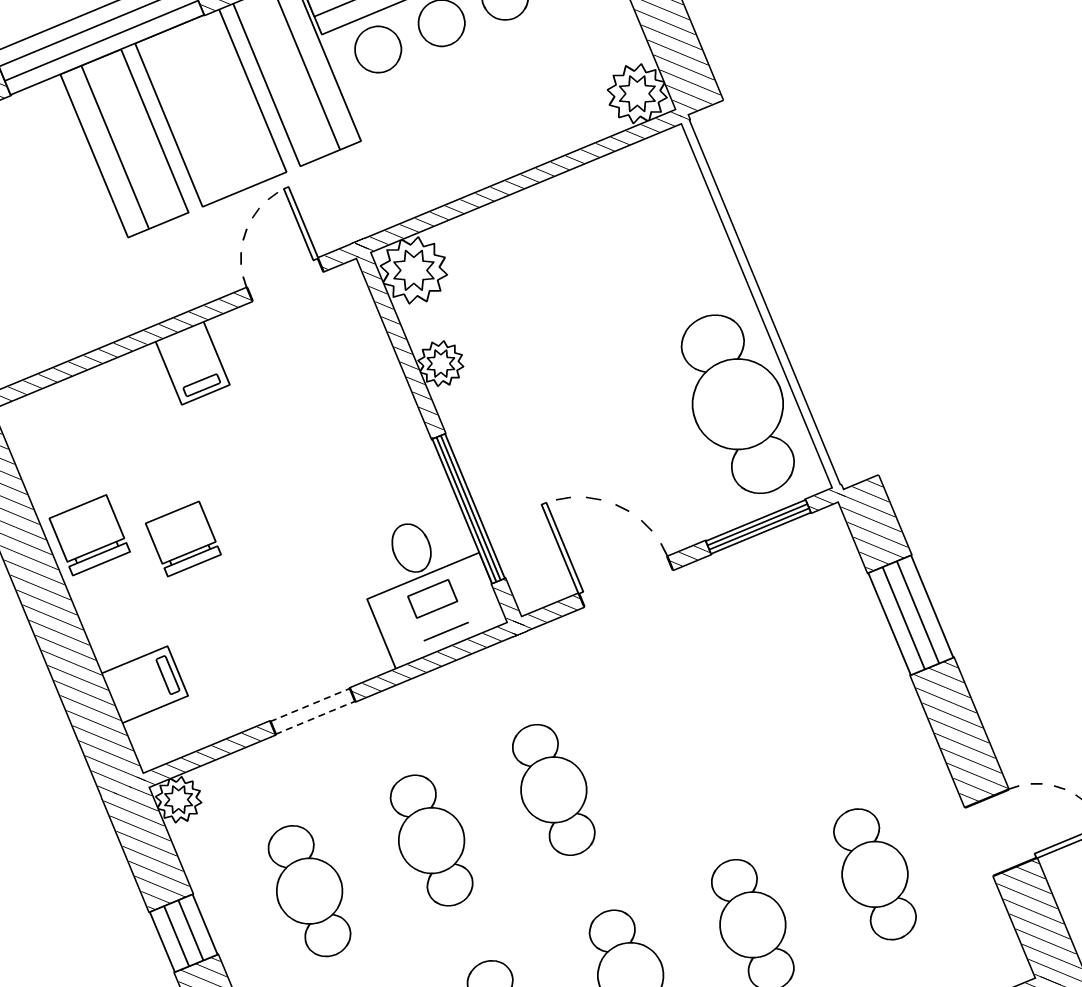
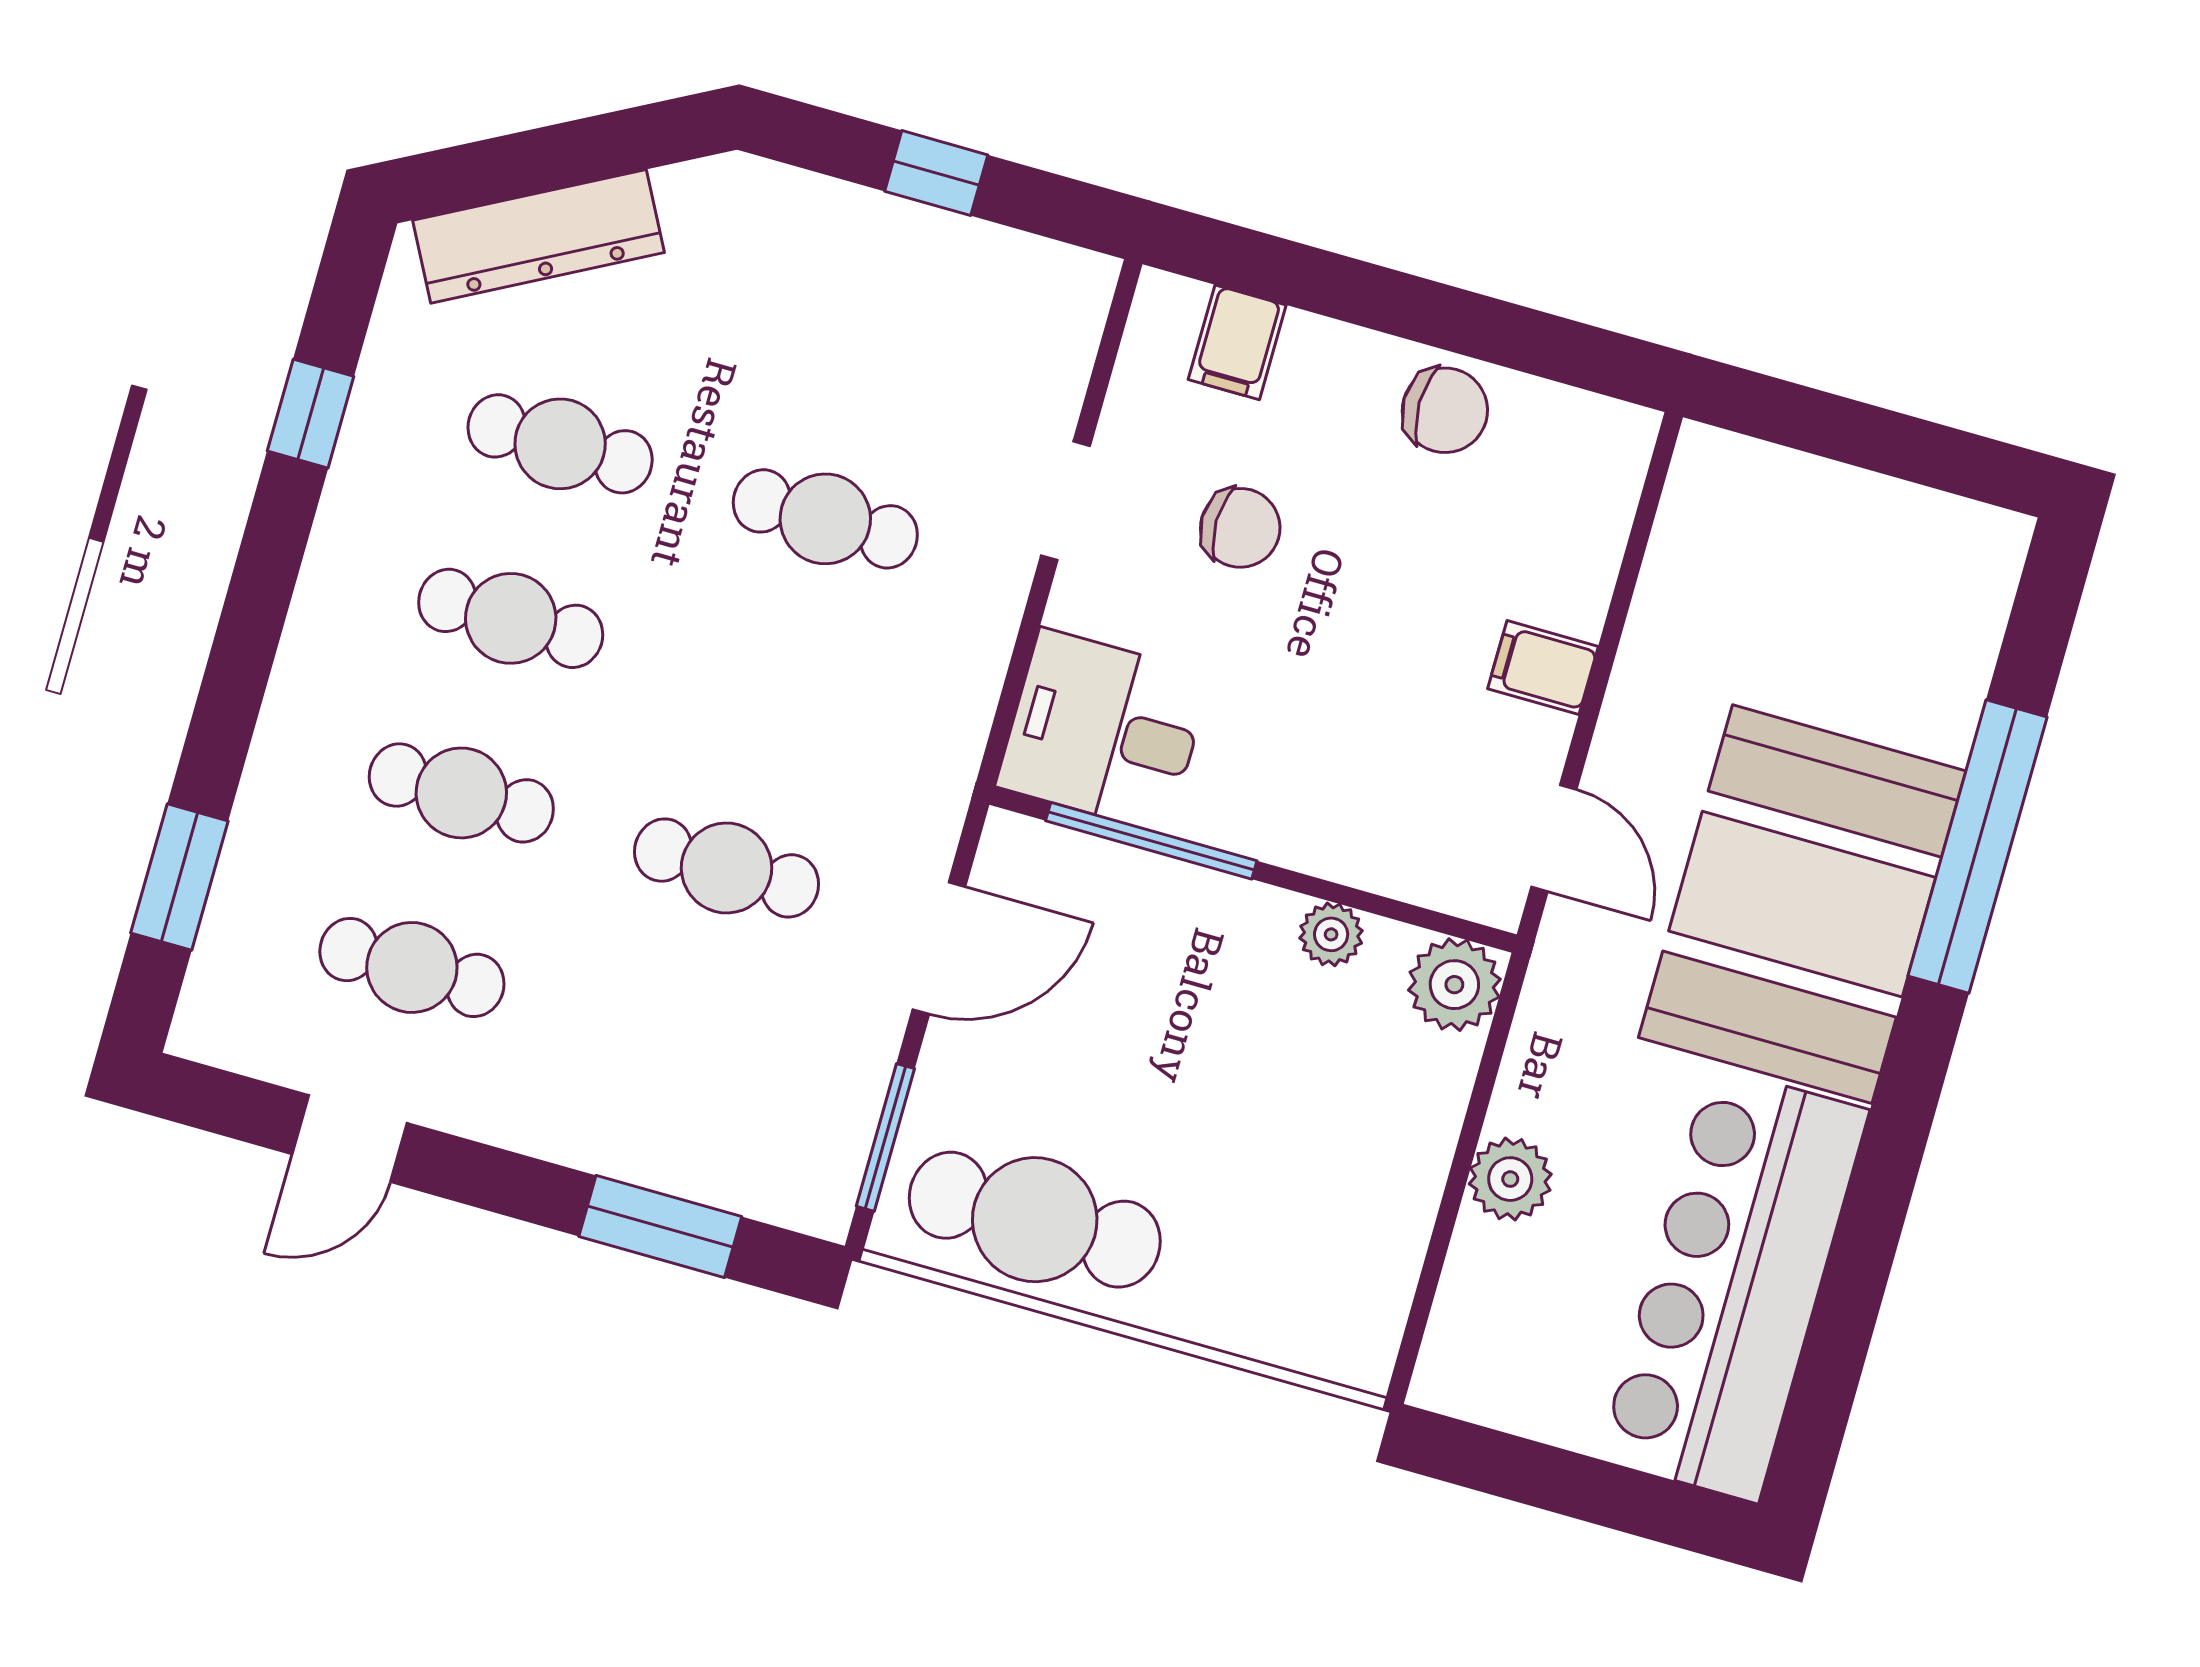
plant: (637, 94) -> (1510, 1179), moved
chair: (183, 539) -> (1240, 528), moved
cafe table: (554, 790) -> (727, 868), moved
plant: (179, 800) -> (1085, 281), removed
cafe table: (310, 891) -> (875, 344), removed

